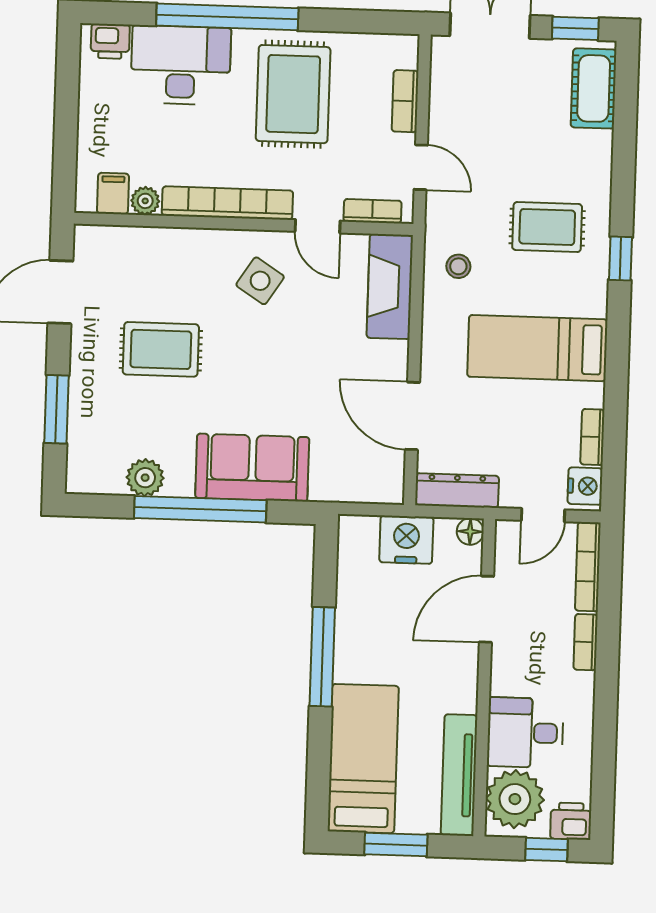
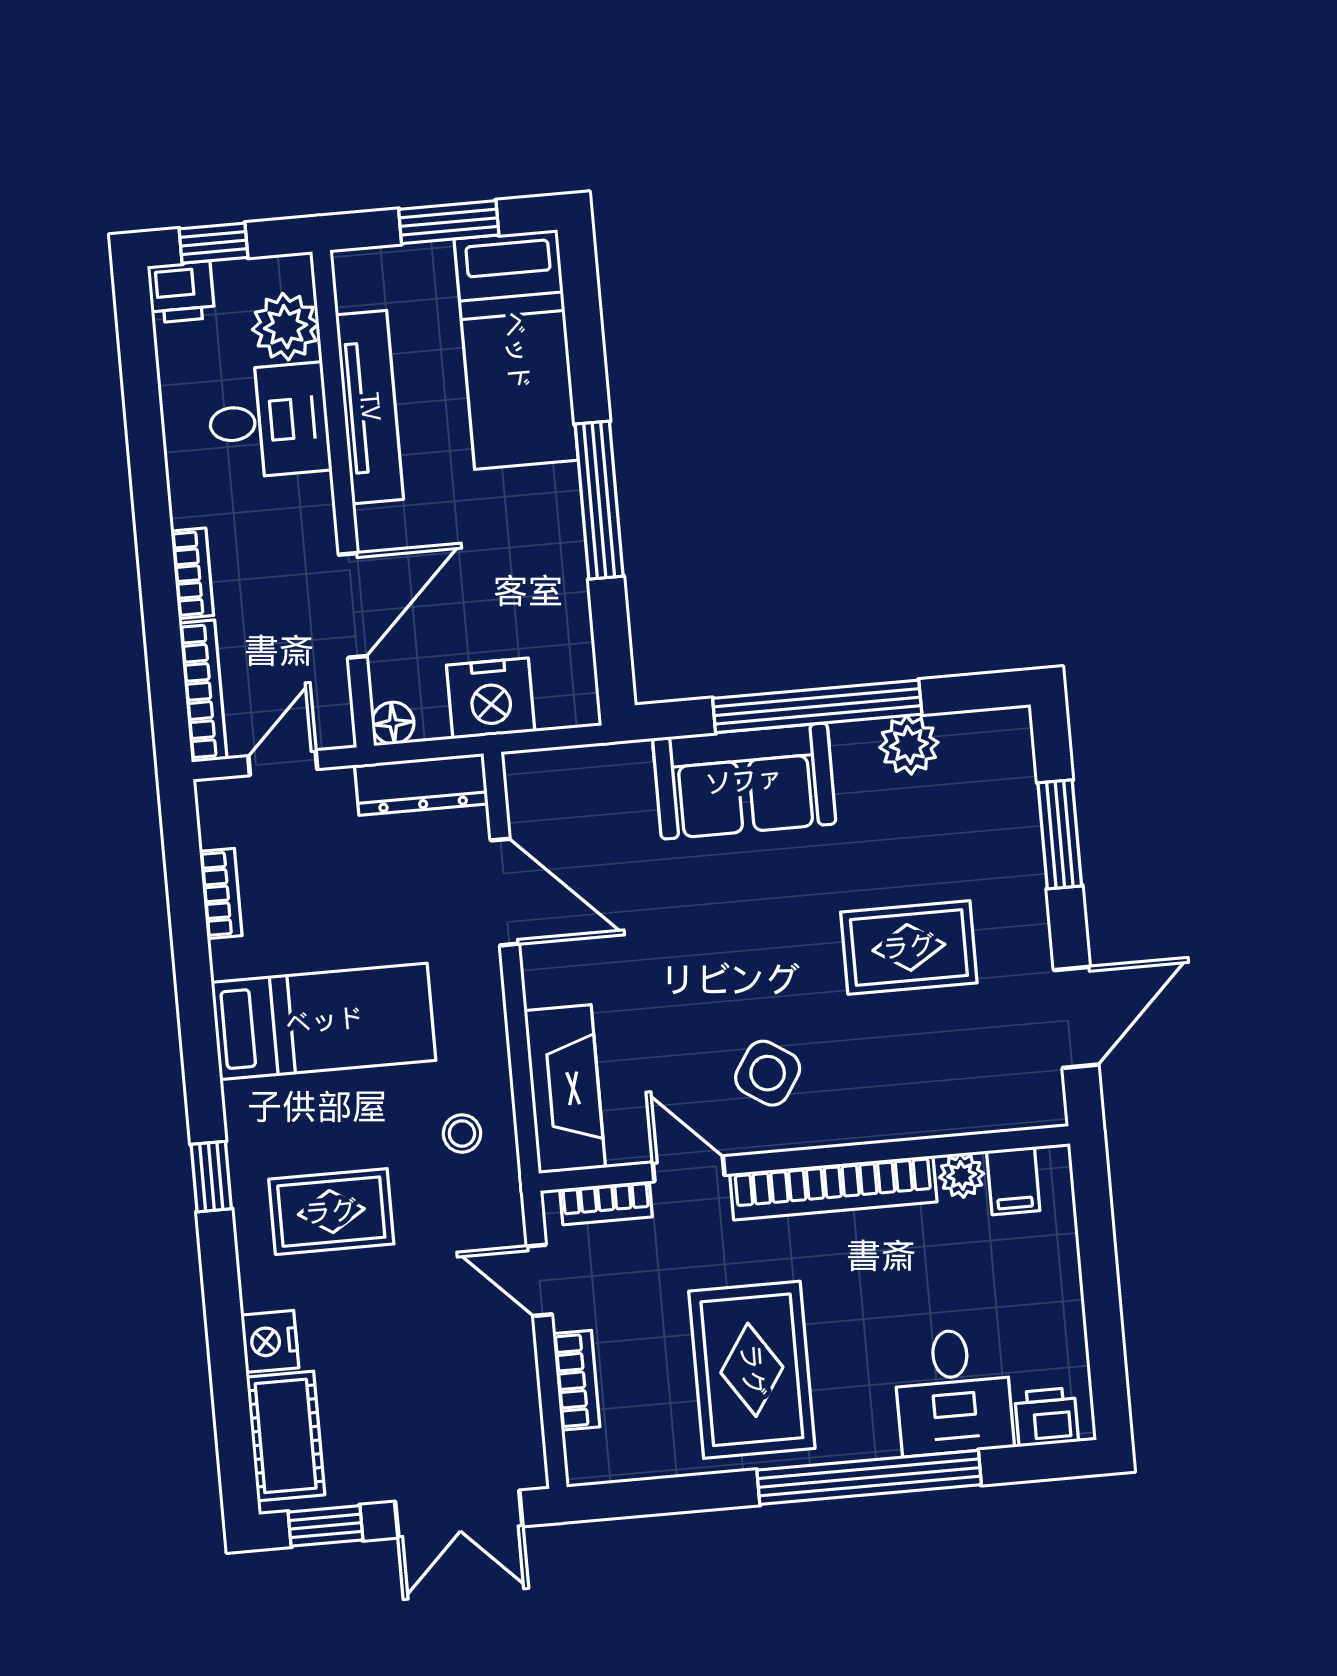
desk: (181, 65) -> (953, 1392), width x0.73
nightstand: (585, 486) -> (270, 1341), moved
tv unit: (459, 775) -> (370, 407), moved
plant: (515, 799) -> (286, 327), width x0.73, depth x0.73

